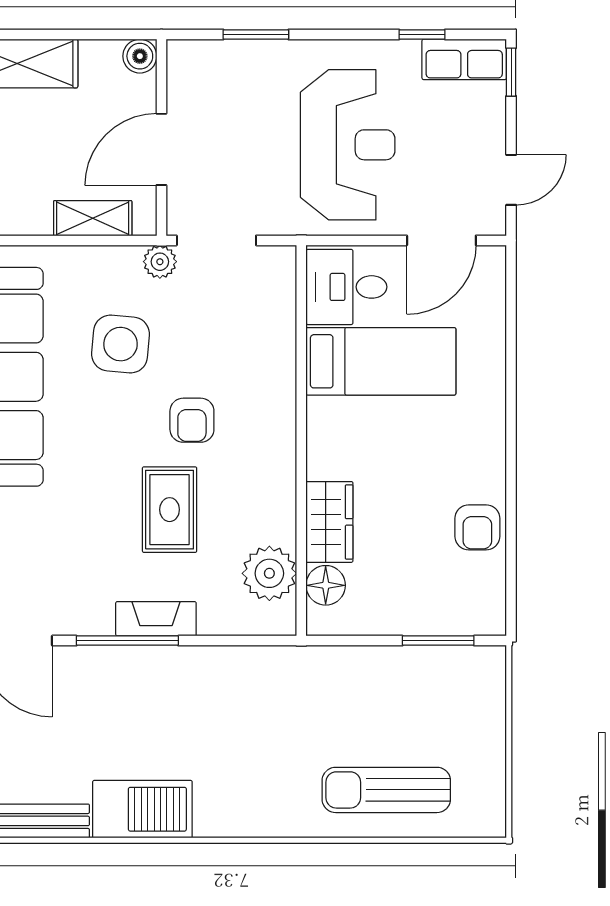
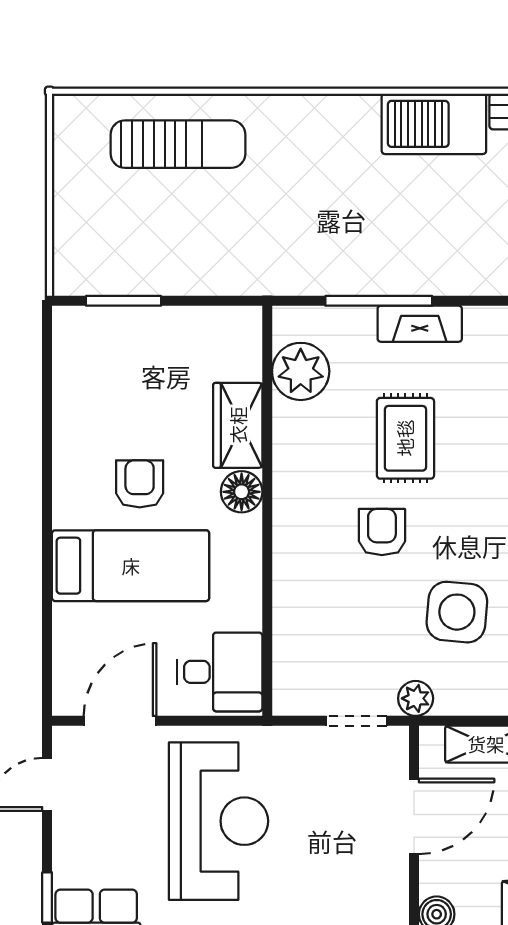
reception desk: (348, 145) -> (219, 821), turned 180
doorway: (216, 240) -> (356, 721), width x0.73
bed: (381, 361) -> (131, 566), moved, turned 180
armchair: (477, 527) -> (140, 484), moved
floor lamp: (326, 585) -> (242, 492), moved
window: (127, 641) -> (379, 301), moved

